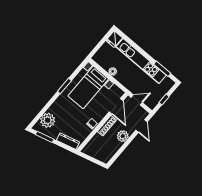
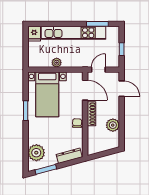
plant: (123, 136) -> (113, 125), moved

